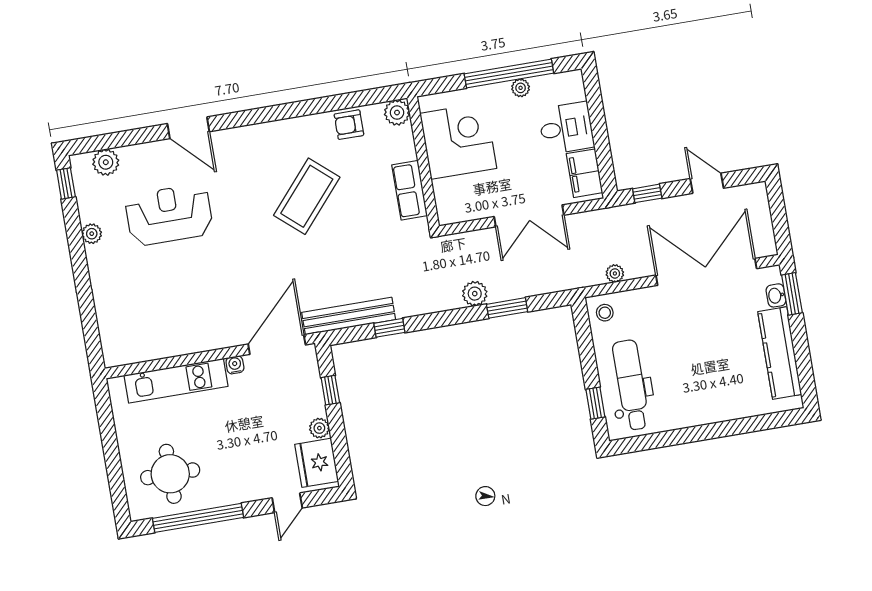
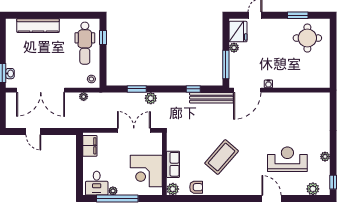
desk: (566, 128) -> (97, 183), moved, turned -90
row of seats: (410, 190) -> (173, 164), moved
window: (647, 193) -> (62, 131), removed
reception desk: (169, 215) -> (287, 159), turned 180
double door: (529, 216) -> (134, 130), moved
kitchen counter: (780, 353) -> (38, 26), moved, turned 90
kitchen unit: (176, 381) -> (297, 81), removed
window: (330, 390) -> (226, 64), width x2.17
window: (198, 518) -> (298, 15), width x0.47

